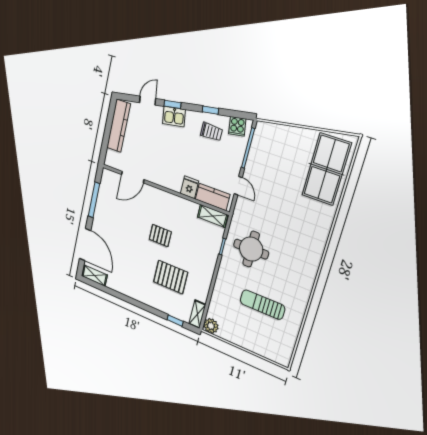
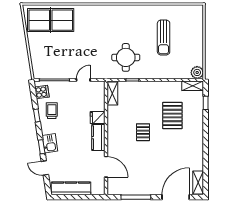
kitchen counter: (213, 197) -> (98, 138), moved

